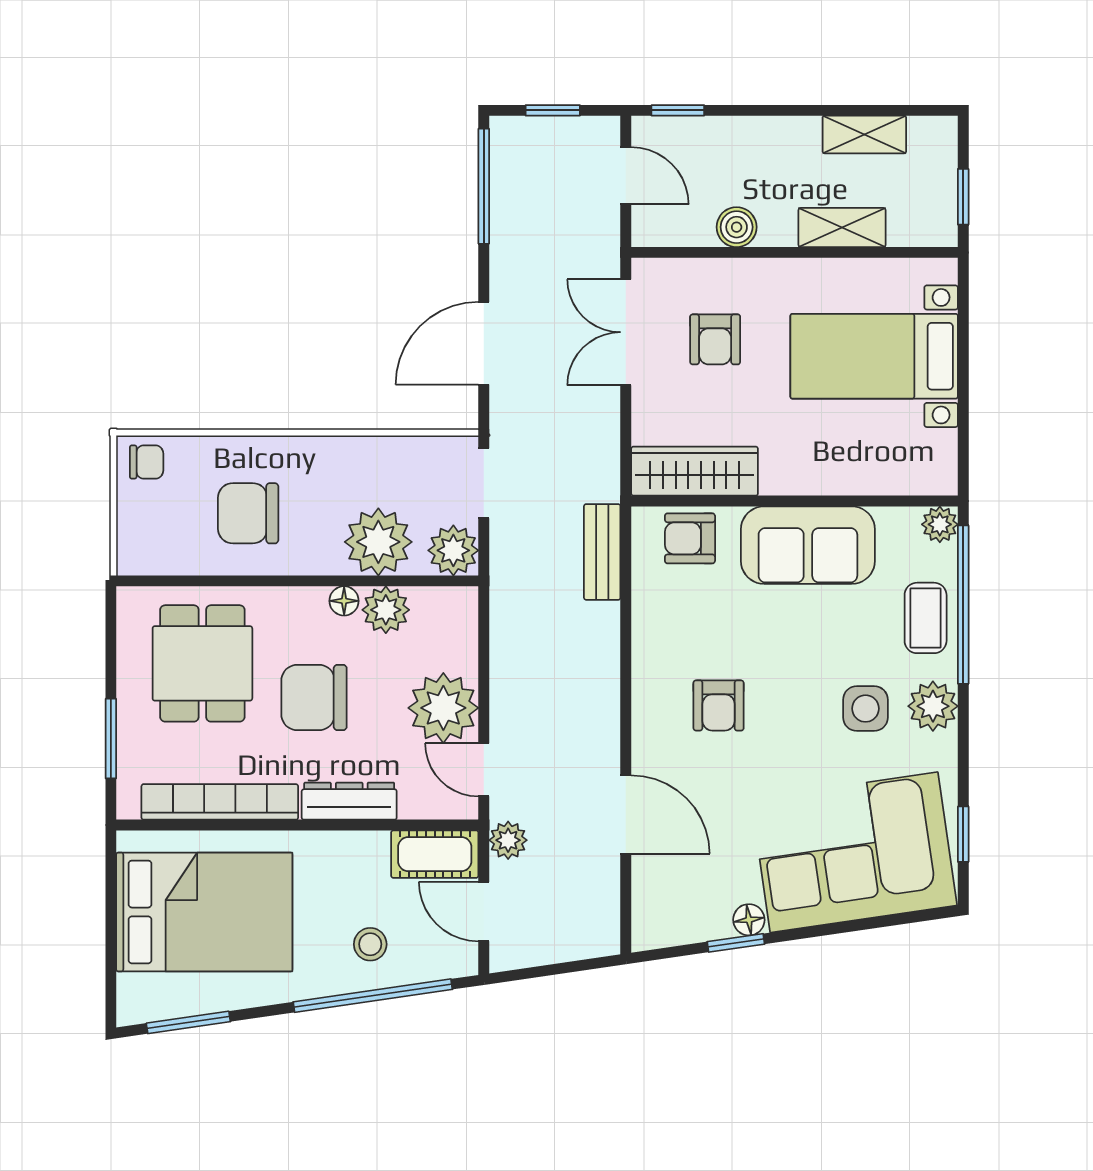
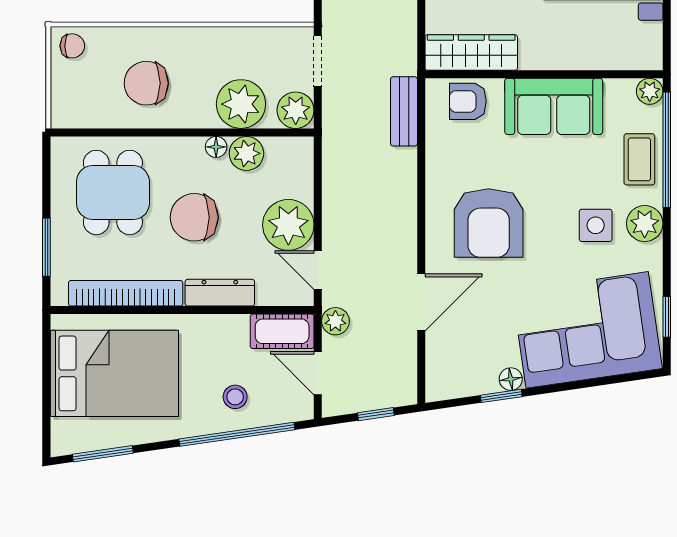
armchair: (719, 705) -> (489, 223), width x1.88, depth x1.88
door: (626, 815) -> (421, 302), hinge flipped
window: (564, 968) -> (376, 414), added

